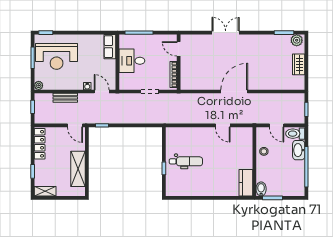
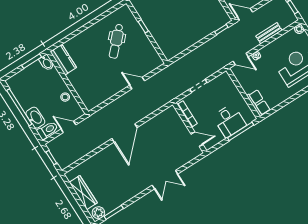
desk: (132, 61) -> (229, 121), moved, turned 90
wardrobe: (299, 64) -> (83, 193), width x1.50
door: (223, 125) -> (137, 83), moved
dental chair: (186, 161) -> (116, 41), moved, turned -46

